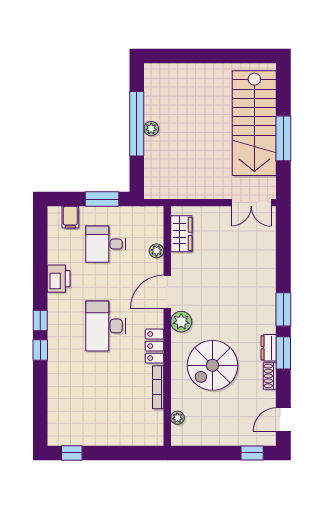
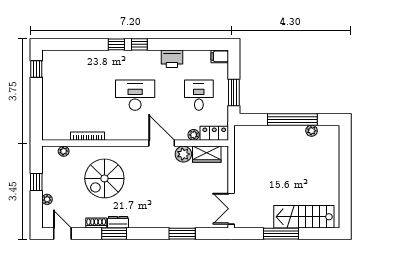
stairs: (254, 123) -> (304, 217), width x0.73, depth x0.66
plant: (151, 129) -> (312, 131), moved
filing cabinet: (70, 217) -> (220, 56), moved
window: (283, 309) -> (182, 234), moved
plant: (181, 322) -> (183, 154), moved
locker: (154, 346) -> (214, 133), moved
spiral stairs: (212, 365) -> (104, 178), turned -90
plant: (239, 439) -> (47, 199), added
window: (252, 453) -> (36, 182), moved

